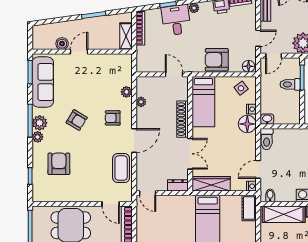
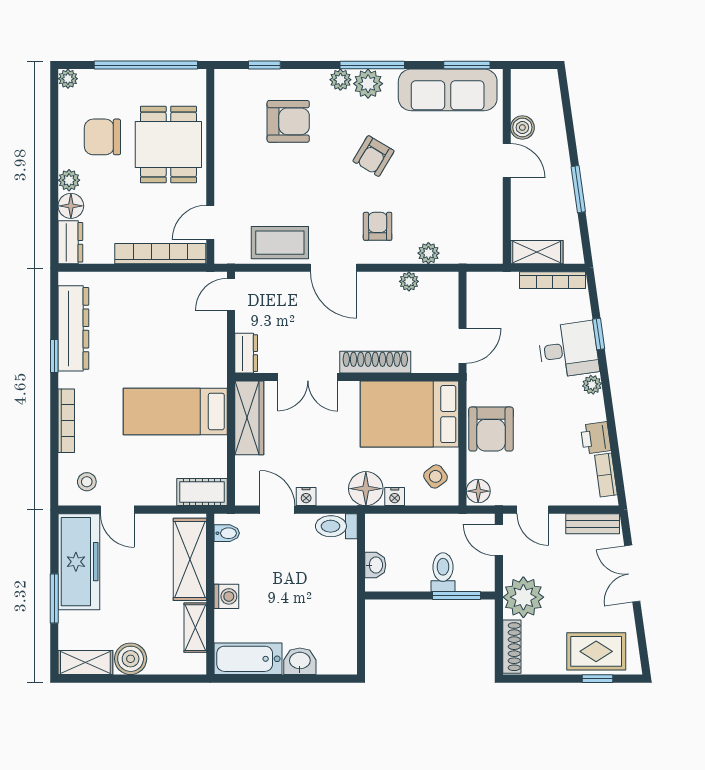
armchair: (217, 60) -> (491, 429), turned 180
bed: (203, 102) -> (409, 414), width x1.50
washbasin: (267, 119) -> (375, 565), moved
nightstand: (251, 186) -> (306, 497), moved

